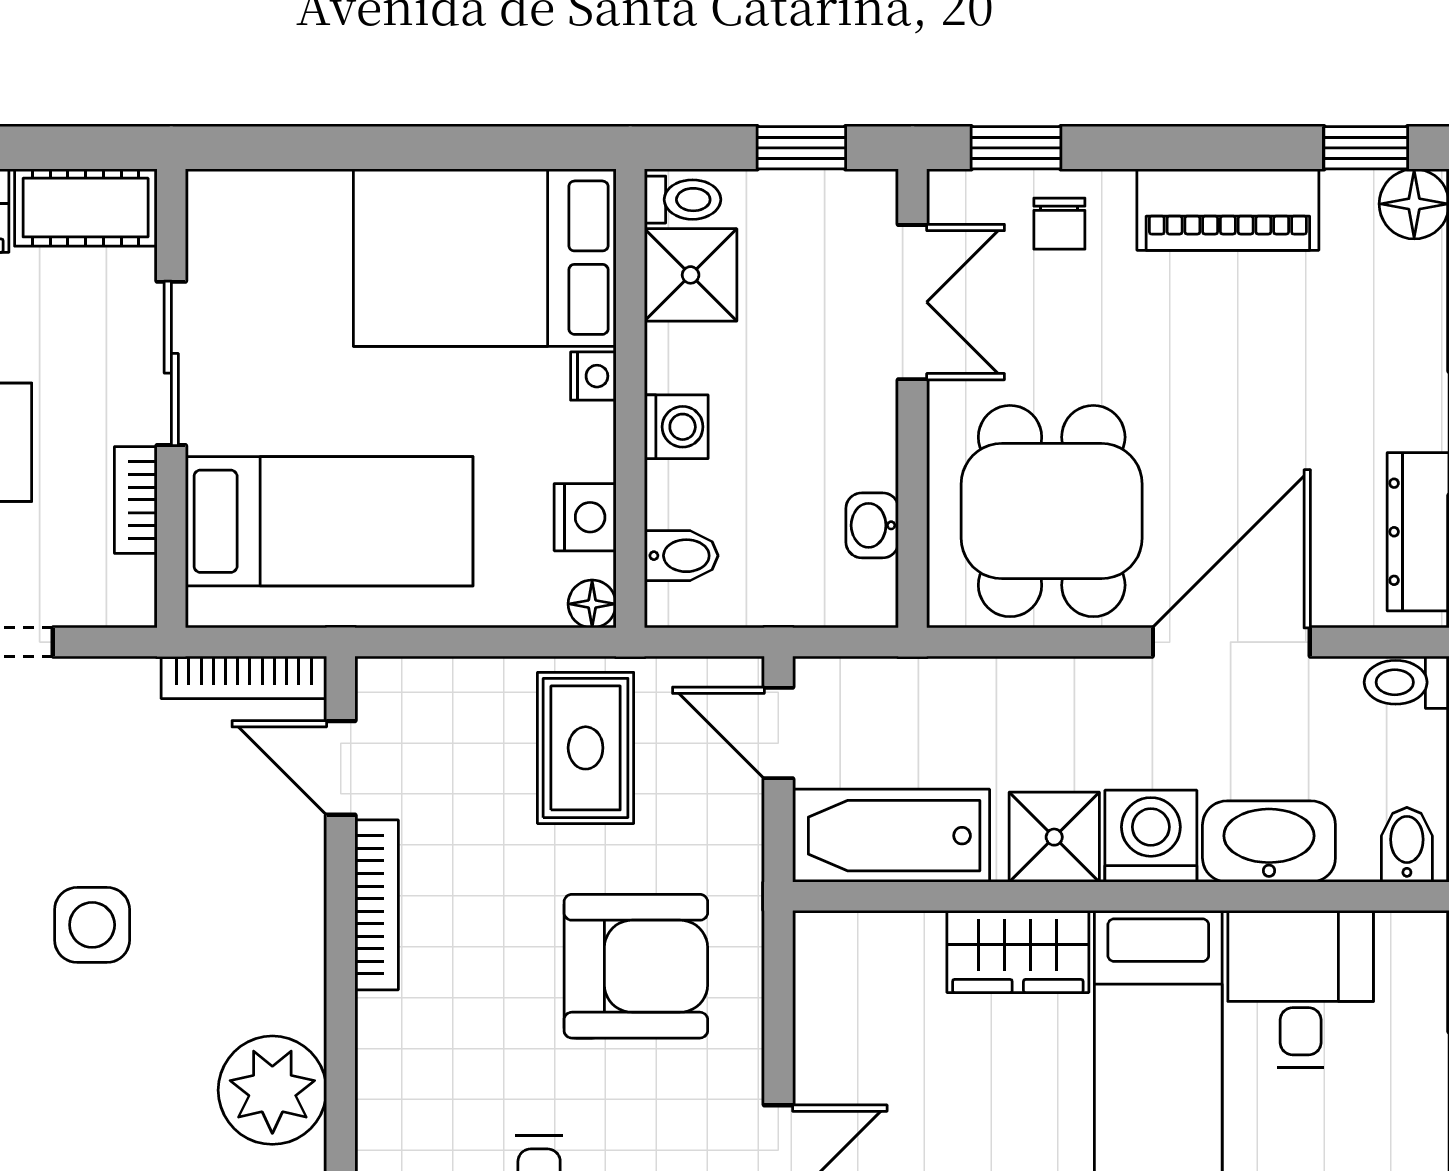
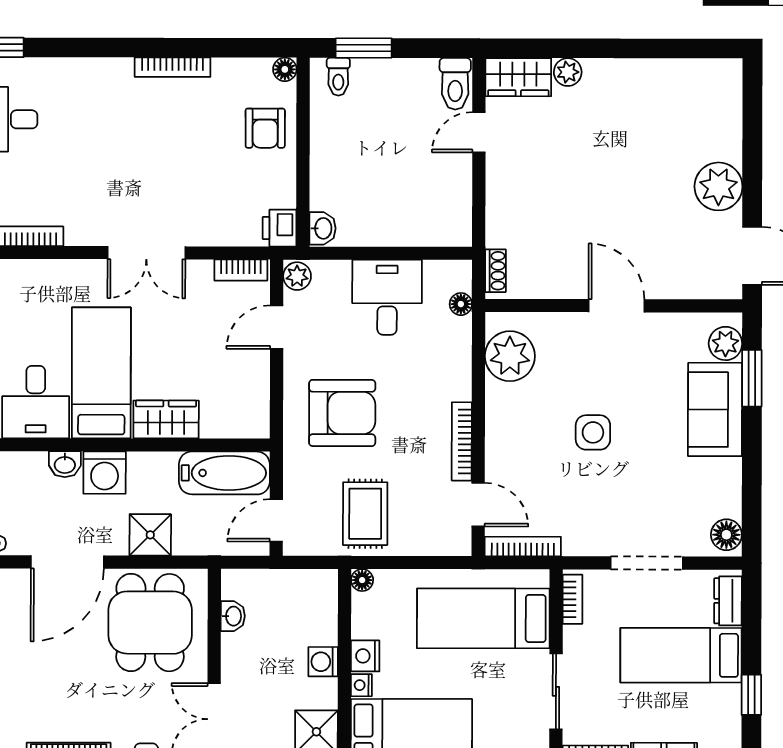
bookcase: (136, 500) -> (573, 599), moved
nightstand: (585, 517) -> (365, 656), moved
bidet: (681, 556) -> (321, 602), removed
door: (778, 733) -> (276, 520), swing flipped
shower: (1054, 837) -> (150, 535), moved
washbasin: (1269, 841) -> (65, 464), width x0.52, depth x0.69
armchair: (636, 966) -> (342, 413), turned 180

